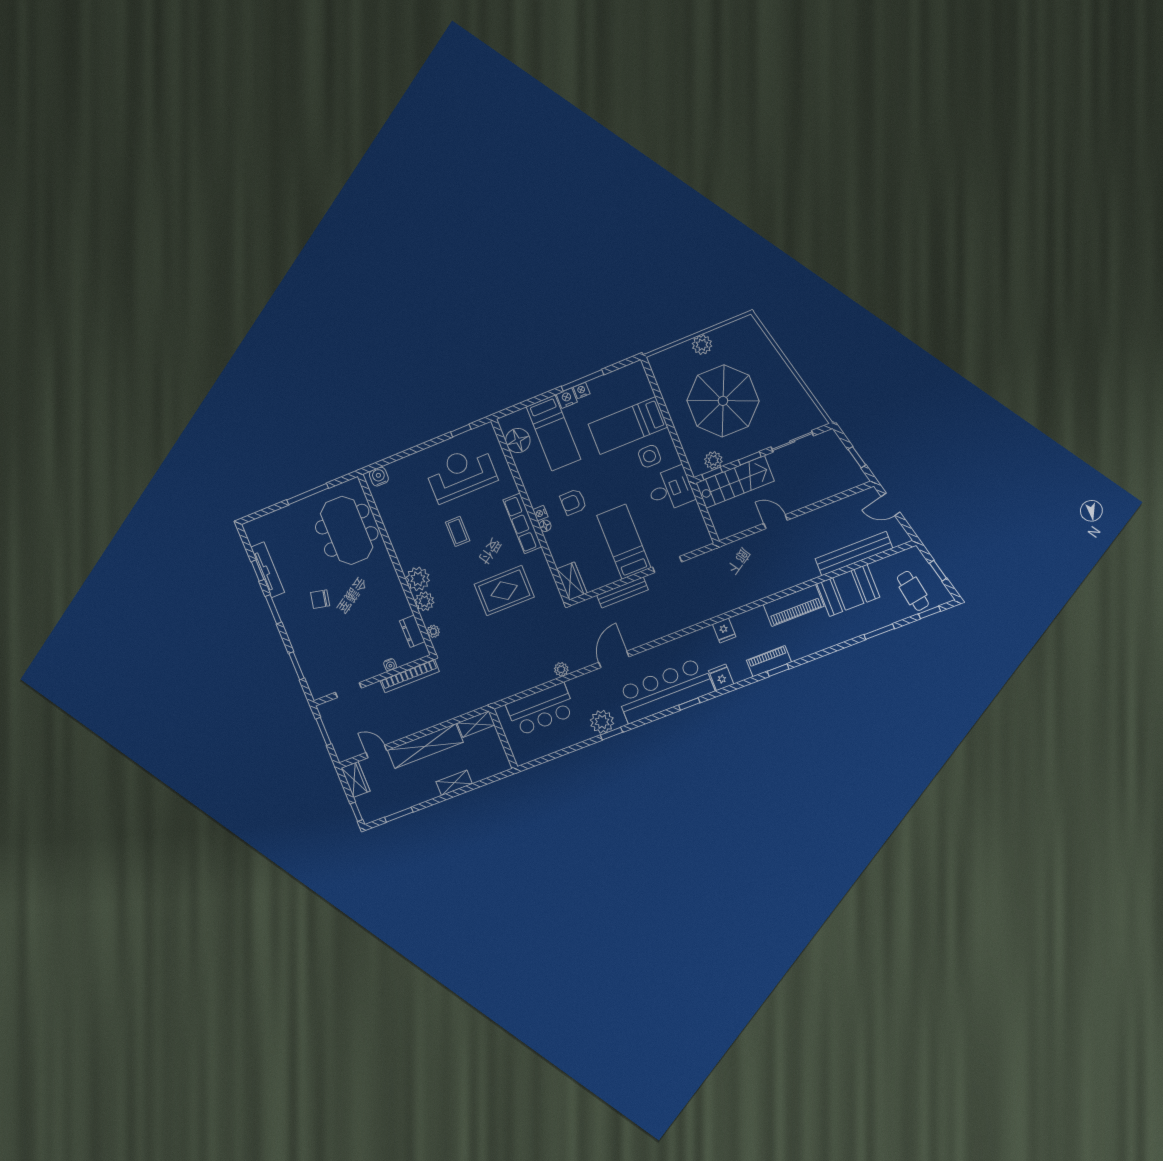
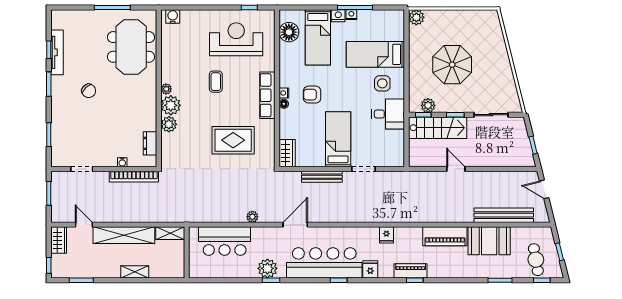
plant: (702, 345) -> (416, 17), moved
parasol: (723, 401) -> (452, 65), width x0.73, depth x0.73
chair: (320, 599) -> (89, 91), turned -145
plant: (433, 631) -> (166, 89), moved

